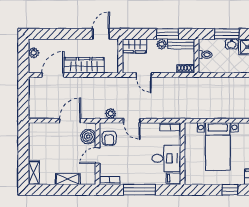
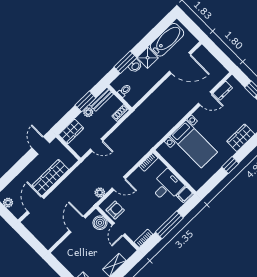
armchair: (109, 138) -> (115, 210), turned -90

